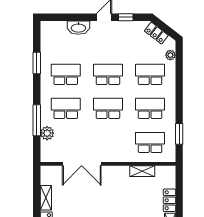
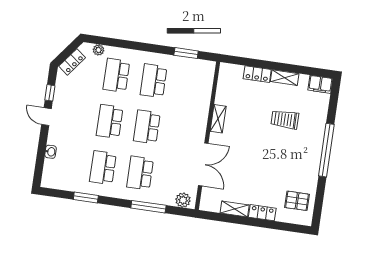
washbasin: (78, 28) -> (51, 152), width x0.52, depth x0.69
plant: (47, 133) -> (183, 200), moved
school desk: (150, 142) -> (191, 86), removed
shelving: (142, 171) -> (218, 119), moved

